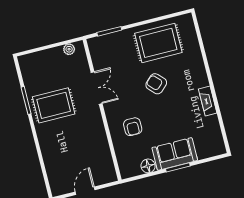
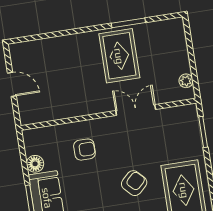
double door: (97, 88) -> (136, 110), swing flipped
armchair: (133, 127) -> (84, 150), turned 180

